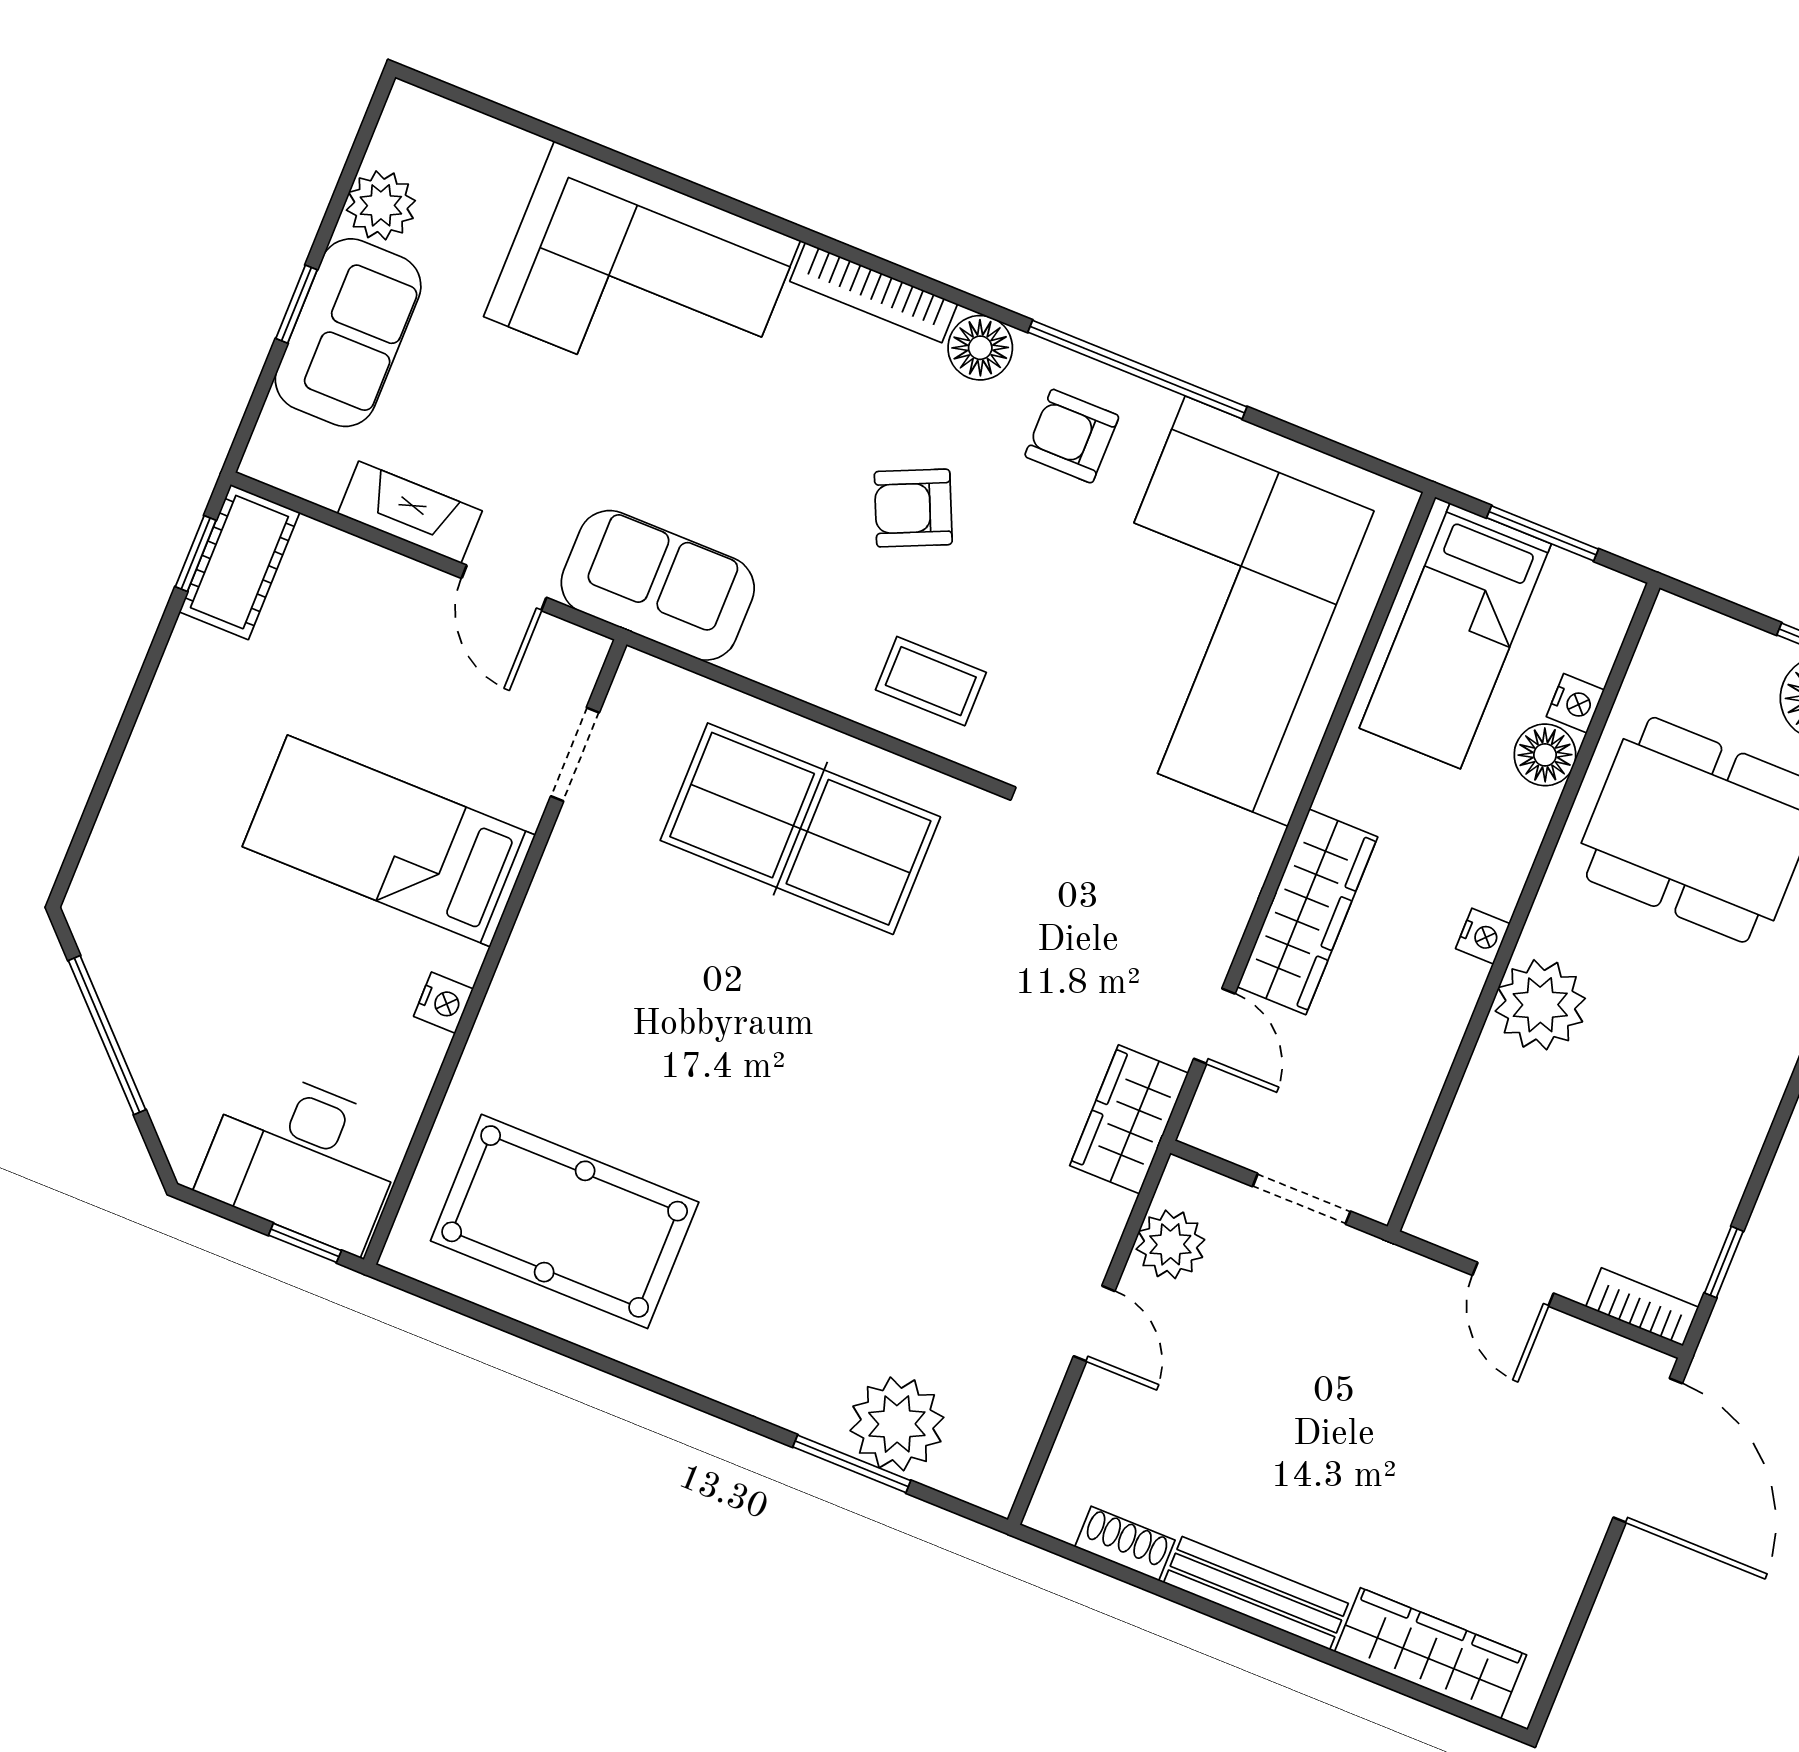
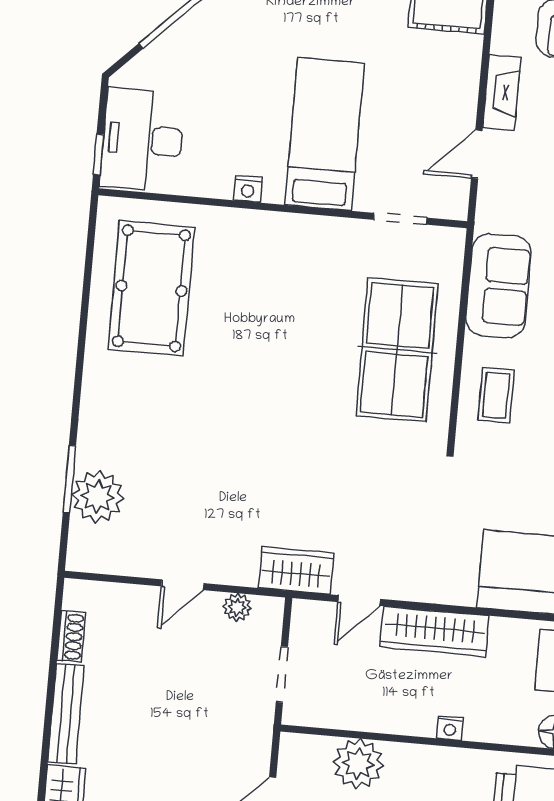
sofa: (658, 585) -> (498, 286), moved
plant: (1540, 1005) -> (358, 764), moved
plant: (1170, 1244) -> (237, 607), width x0.73, depth x0.73

